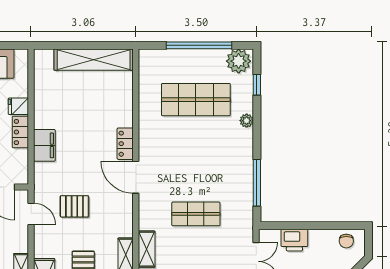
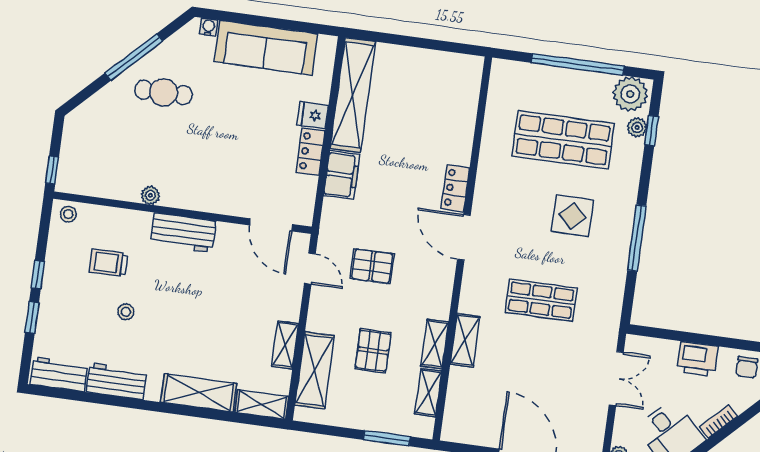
shelving: (94, 60) -> (353, 95), moved, turned 90
plant: (247, 121) -> (637, 127), moved
display table: (210, 152) -> (572, 216), added
window: (257, 183) -> (637, 238), moved
printer: (294, 240) -> (697, 359), moved

